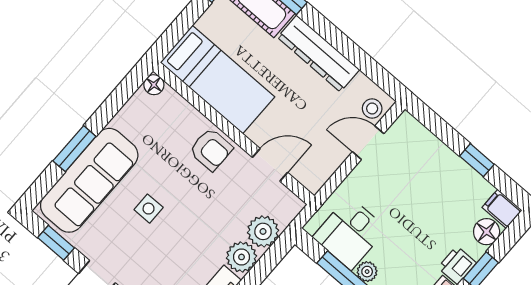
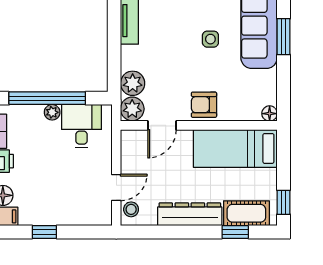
plant: (242, 257) -> (132, 109), moved

